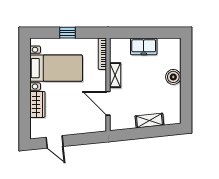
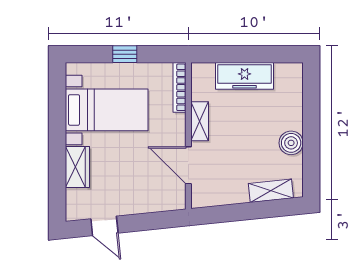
freezer: (144, 46) -> (245, 76), width x1.40
boiler: (173, 77) -> (291, 143), moved
shelving: (149, 121) -> (271, 191), moved

